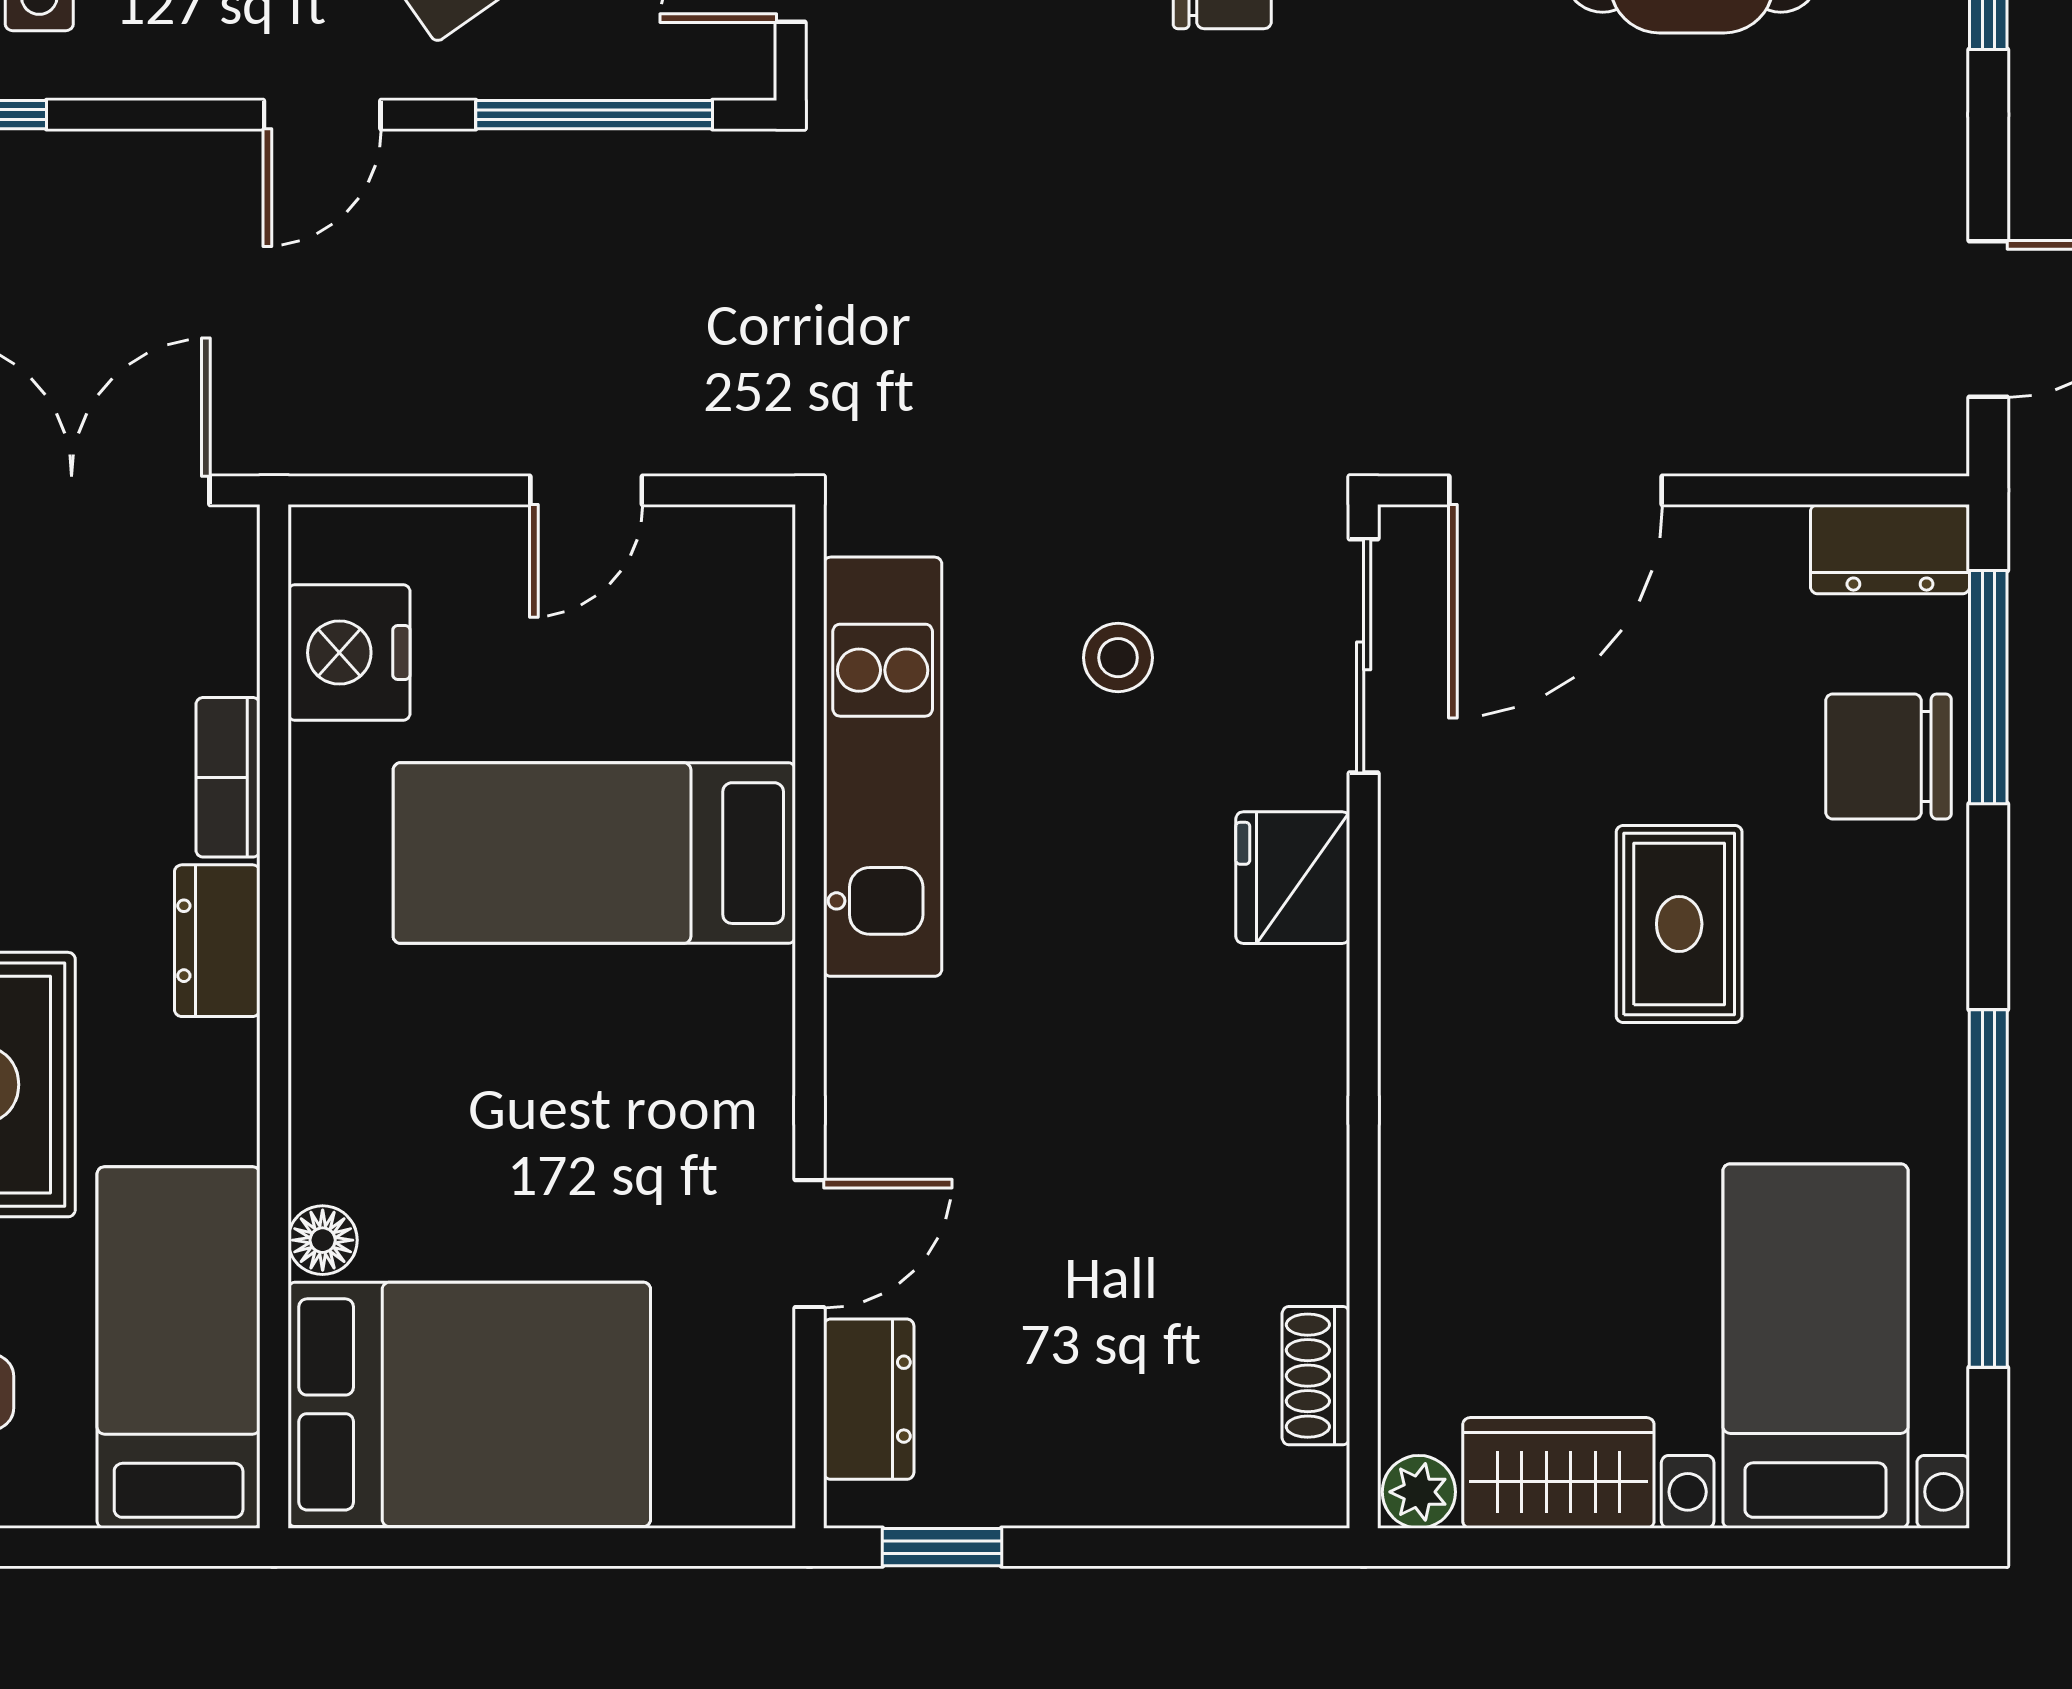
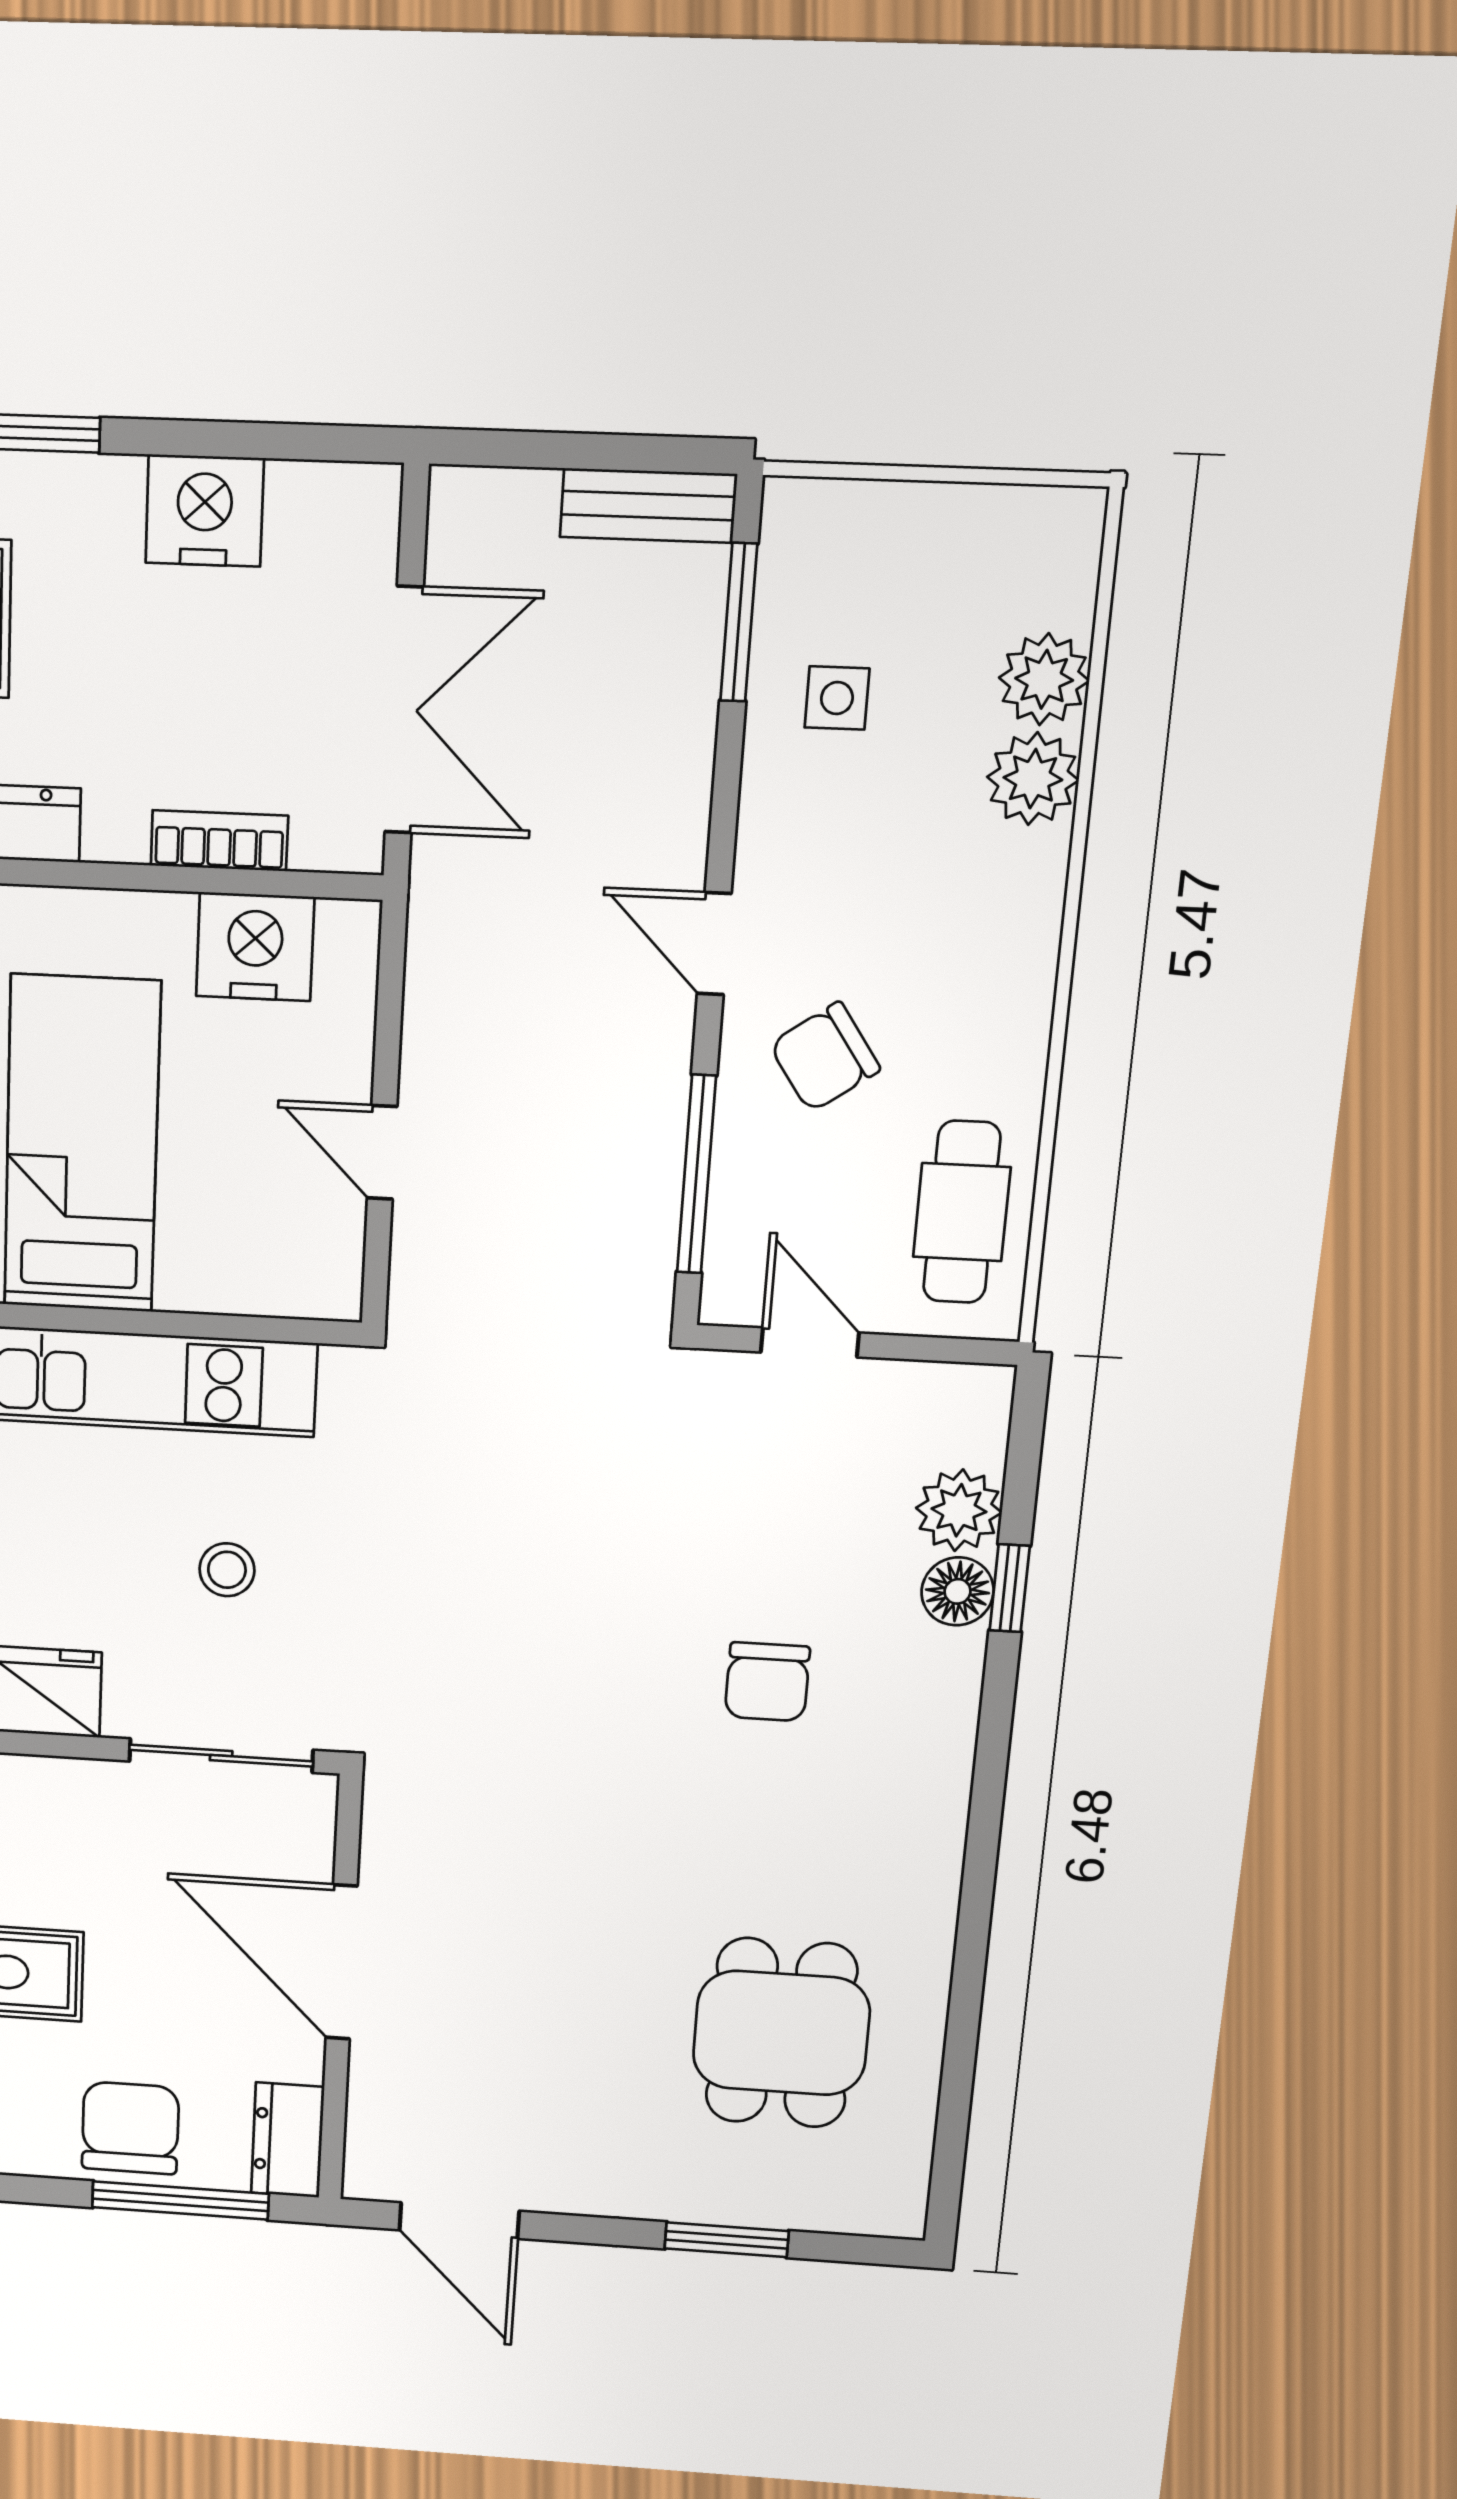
door: (1556, 490) -> (341, 1962), moved
bookcase: (228, 777) -> (219, 841), moved

